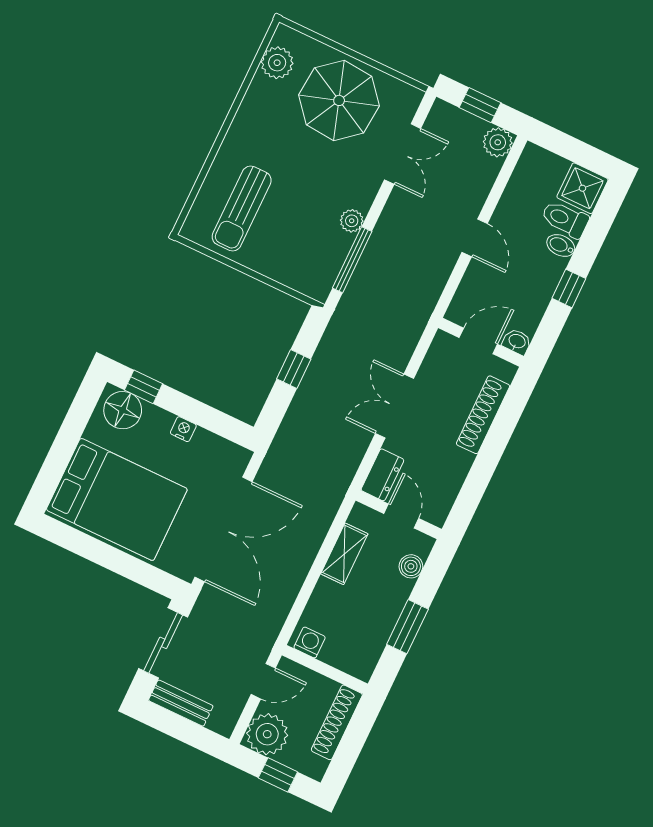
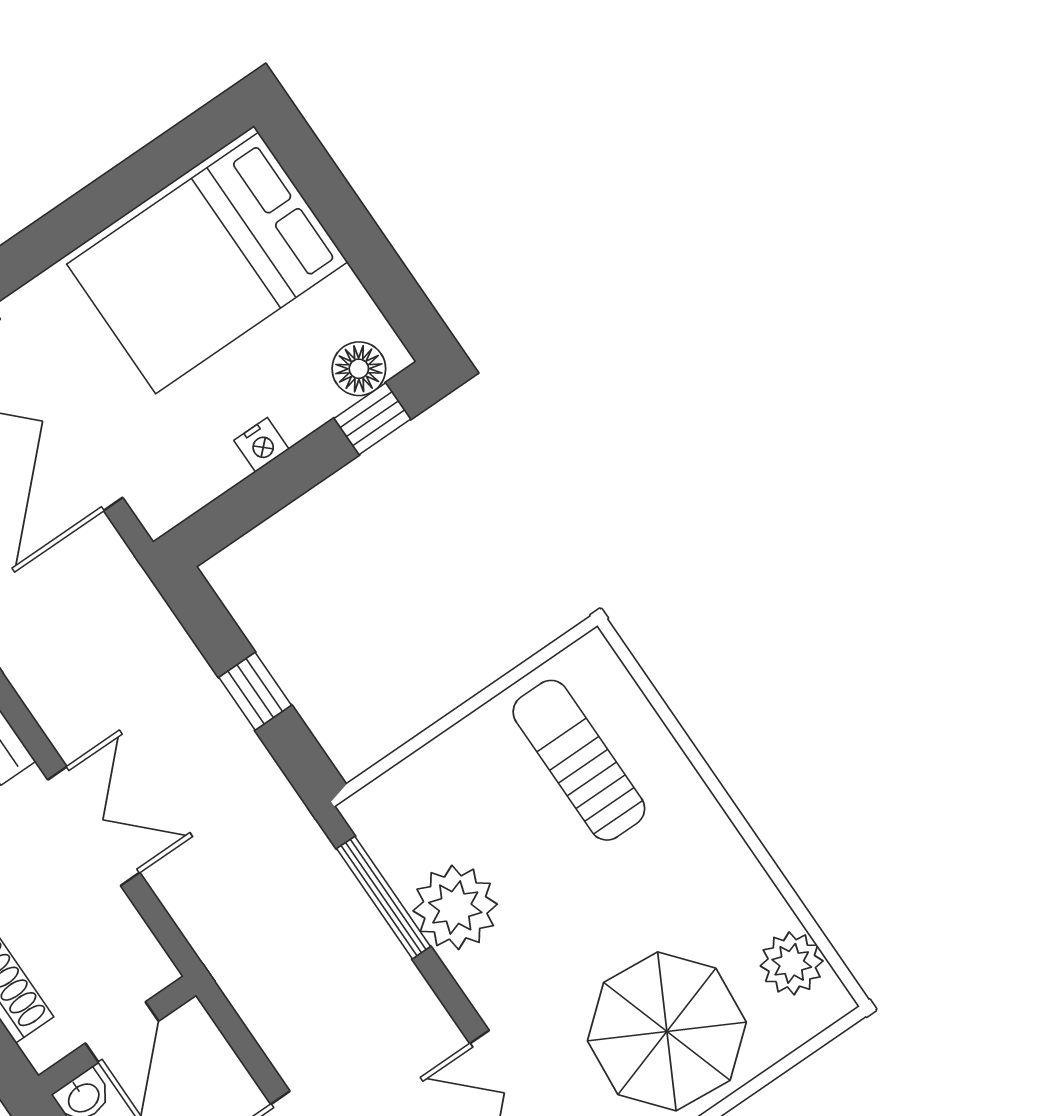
plant: (352, 221) -> (455, 907), width x1.88, depth x1.88
floor lamp: (123, 410) -> (359, 369), width x0.73, depth x0.73

